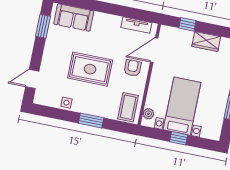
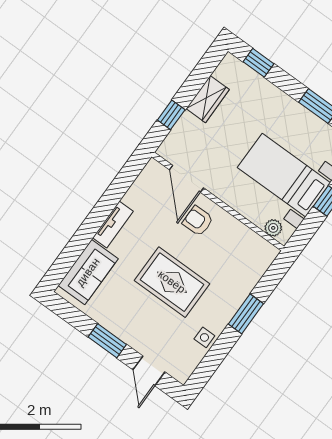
tv unit: (136, 25) -> (113, 224), moved
window: (43, 26) -> (107, 341), moved
rug: (90, 69) -> (172, 282), turned 90
coffee table: (128, 107) -> (251, 253), removed

